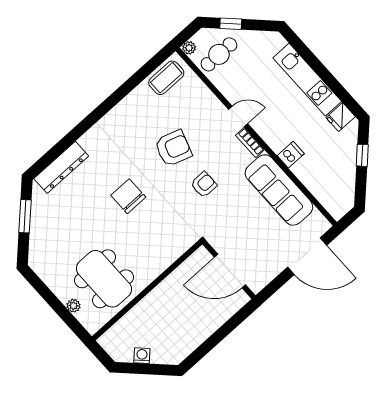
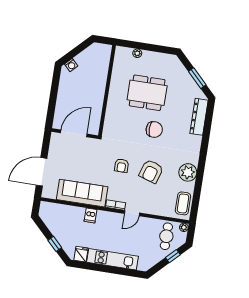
plant: (130, 111) -> (188, 172), added
dining table: (104, 279) -> (147, 93), moved
washing machine: (142, 356) -> (71, 65), moved

